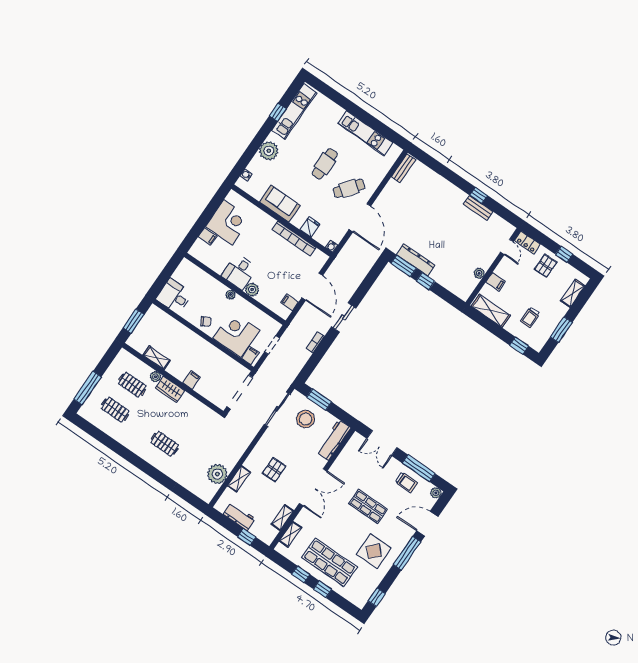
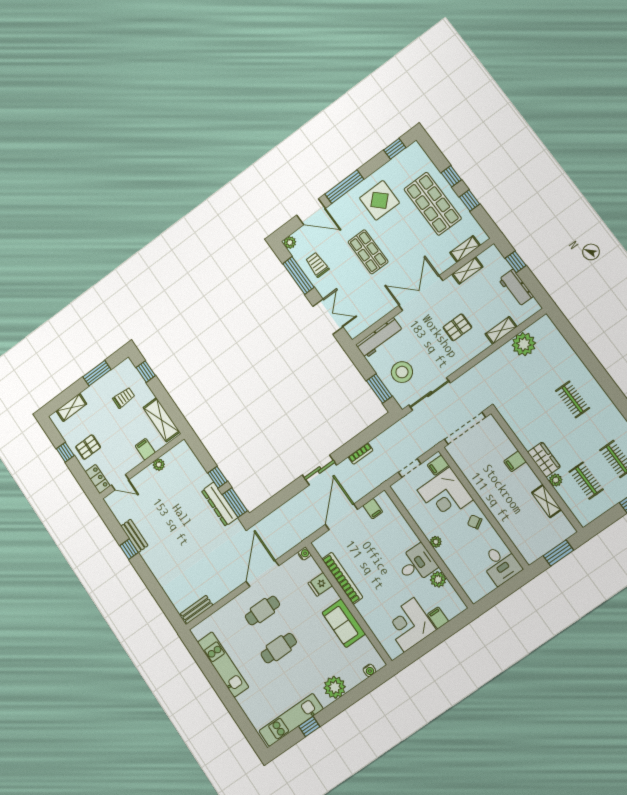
cafe table: (349, 188) -> (262, 611), turned -37
door: (507, 247) -> (120, 482), swing flipped
plant: (252, 290) -> (438, 579), moved

